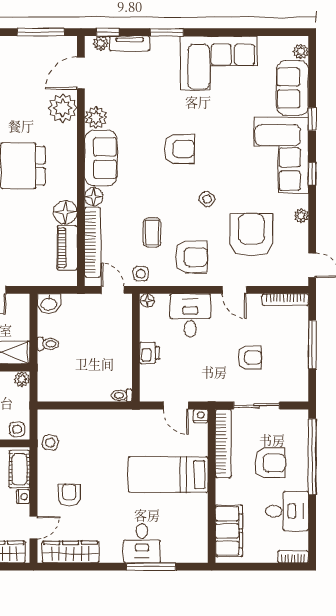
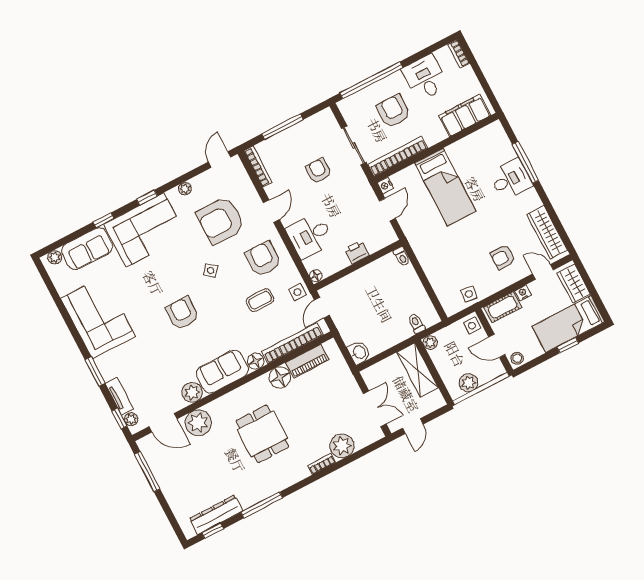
toilet: (48, 344) -> (416, 324), moved

